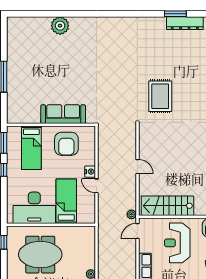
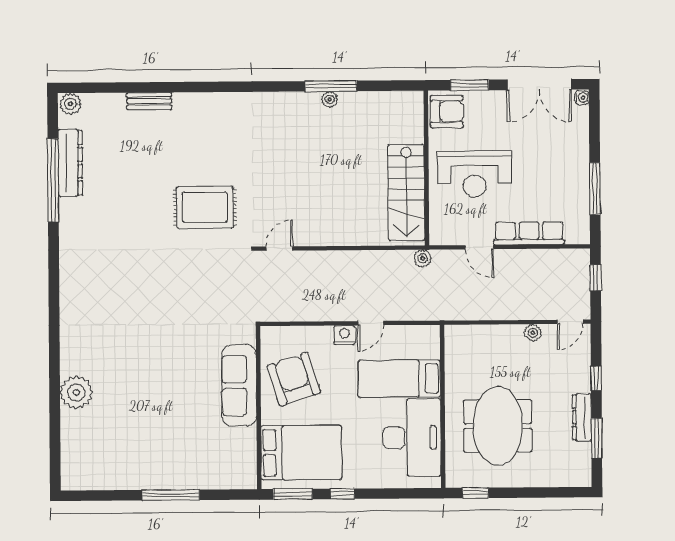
window: (175, 14) -> (53, 180), width x2.11
armchair: (66, 144) -> (294, 379), turned -108
bed: (31, 148) -> (301, 453), width x1.50
door: (137, 167) -> (279, 249), moved
door: (137, 231) -> (479, 247), moved

